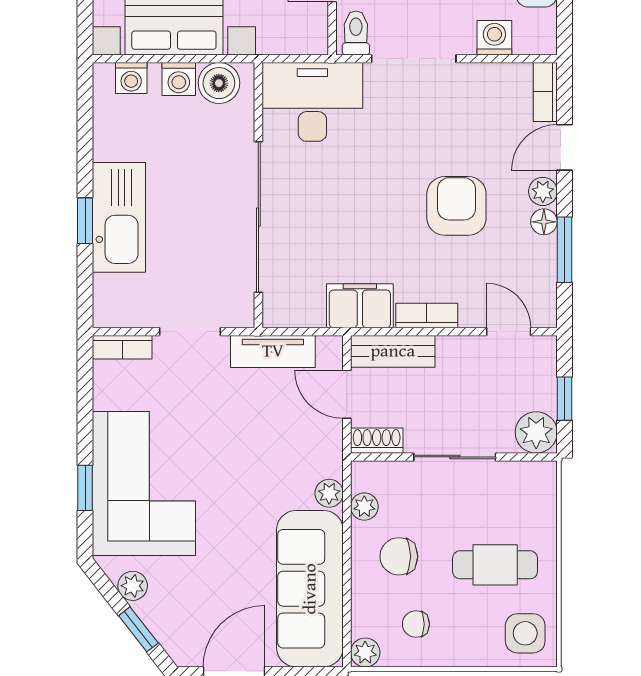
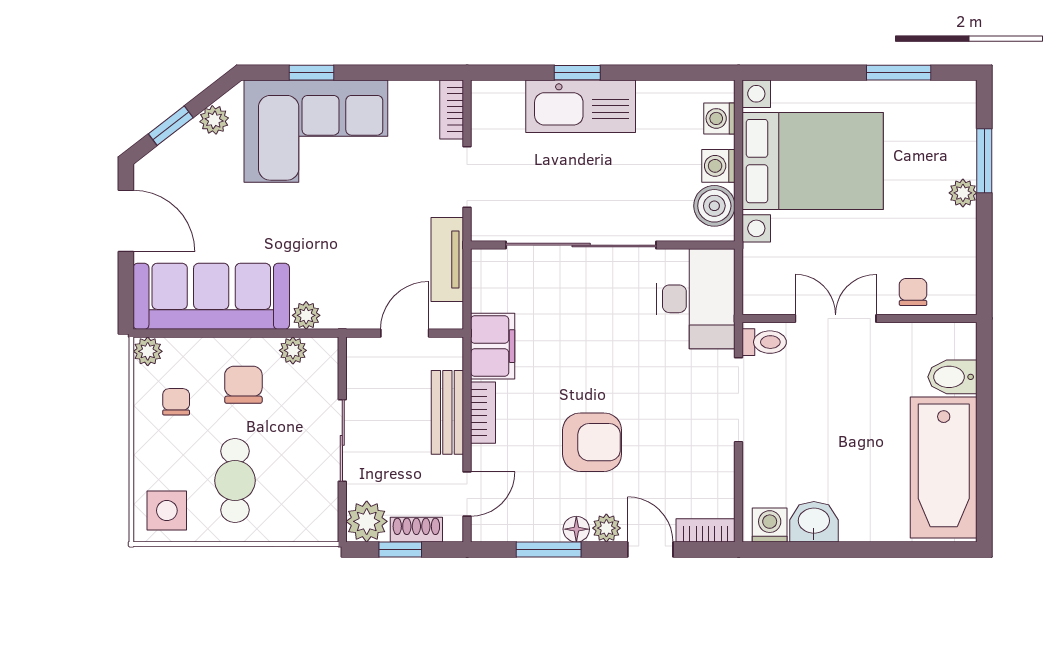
washing machine: (494, 38) -> (770, 525), moved, turned -90
bench: (393, 351) -> (447, 412), moved
shoe rack: (377, 441) -> (416, 530), moved, turned -90

